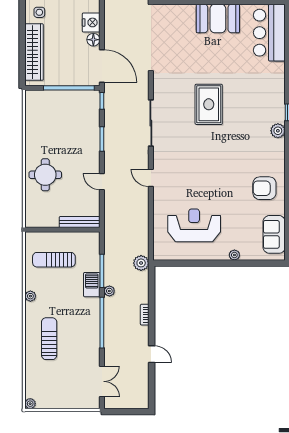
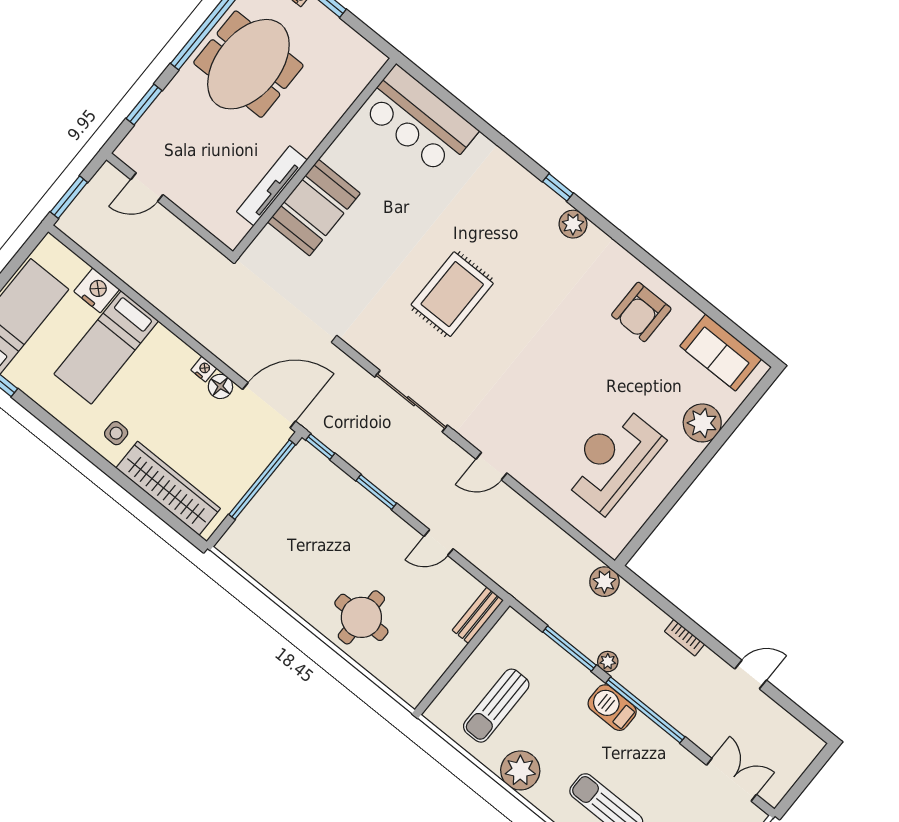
booth: (218, 18) -> (314, 208), moved
nightstand: (91, 22) -> (204, 369), width x0.53, depth x0.56
rug: (209, 104) -> (452, 294), turned 90
bench: (80, 222) -> (478, 615), width x0.73
plant: (234, 255) -> (702, 423), width x1.87, depth x1.87
barbecue: (92, 285) -> (612, 708), moved
plant: (30, 296) -> (520, 770), width x1.88, depth x1.88

